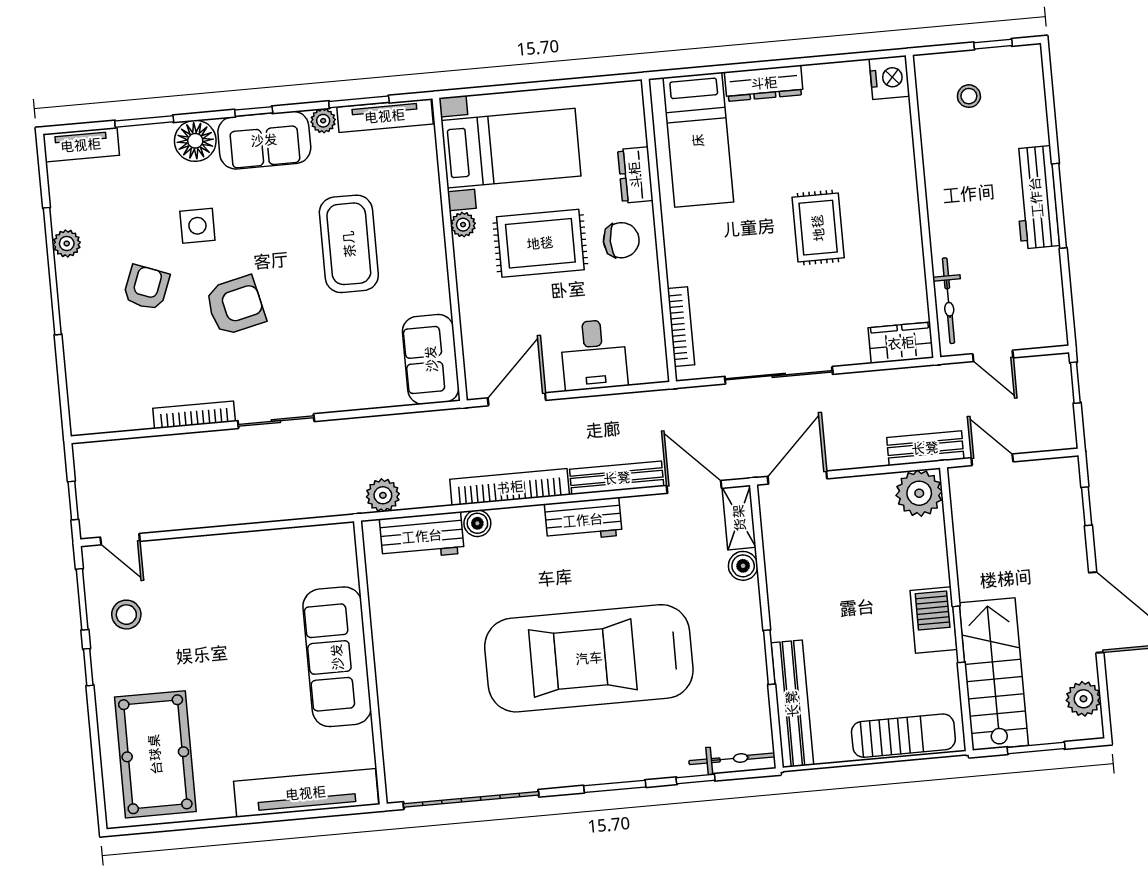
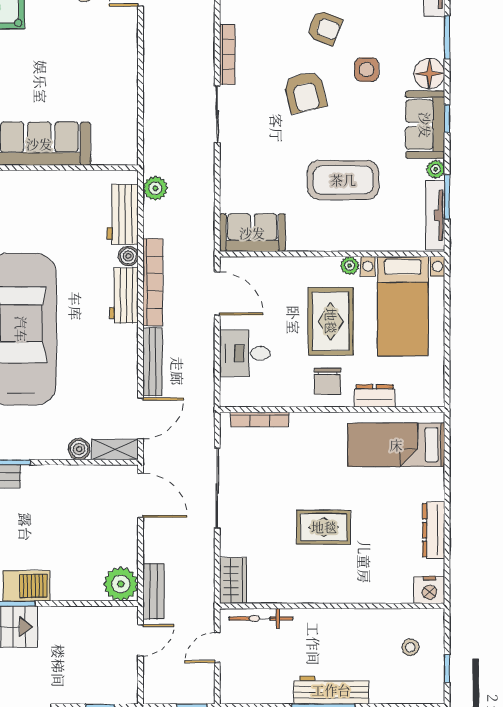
dresser: (764, 83) -> (434, 530), moved
workbench: (583, 520) -> (124, 295), moved

